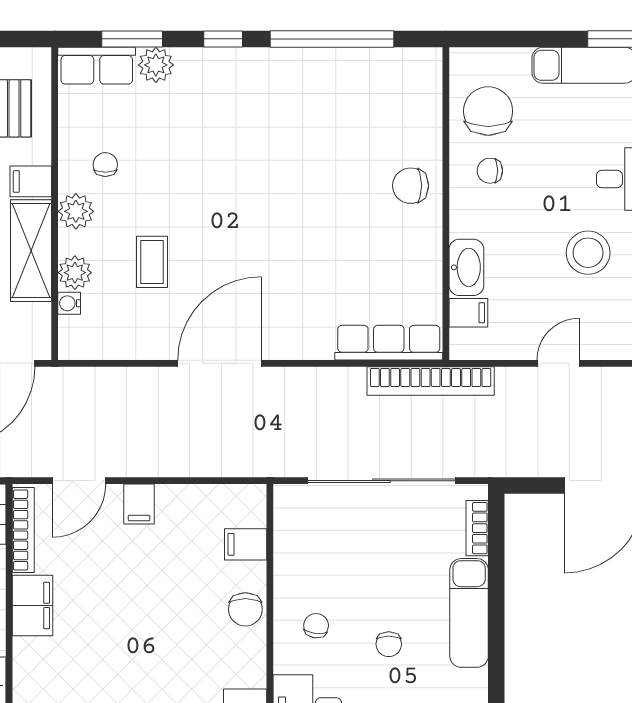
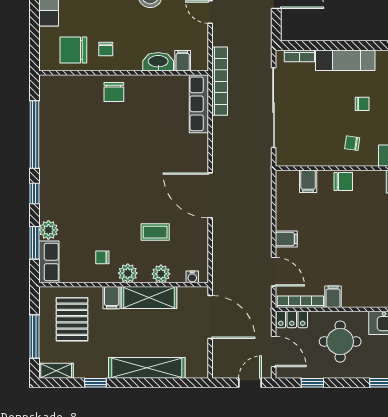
water cooler: (69, 303) -> (192, 277), moved
filing cabinet: (33, 605) -> (333, 297), width x0.50

